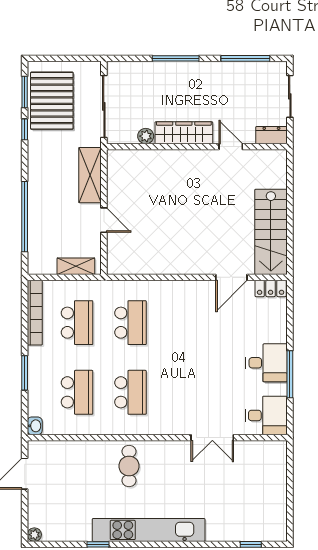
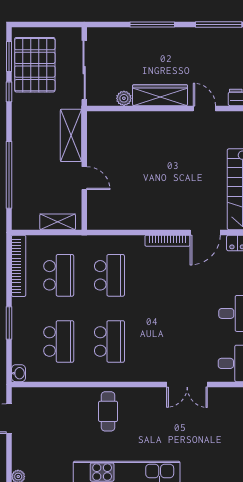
bookcase: (192, 286) -> (168, 241), added

